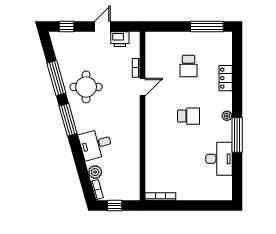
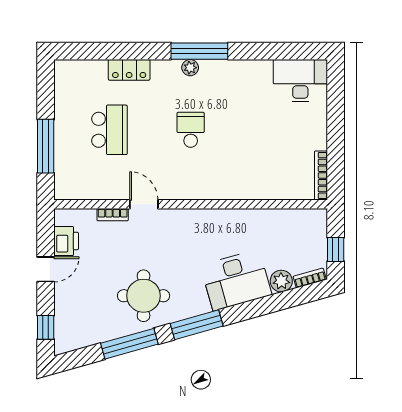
door: (102, 27) -> (46, 269), swing flipped
window: (207, 27) -> (46, 146), moved
school desk: (189, 66) -> (109, 130), width x1.85
window: (237, 135) -> (199, 51), moved
desk: (96, 144) -> (236, 280), width x1.37
desk: (219, 159) -> (300, 81), moved

